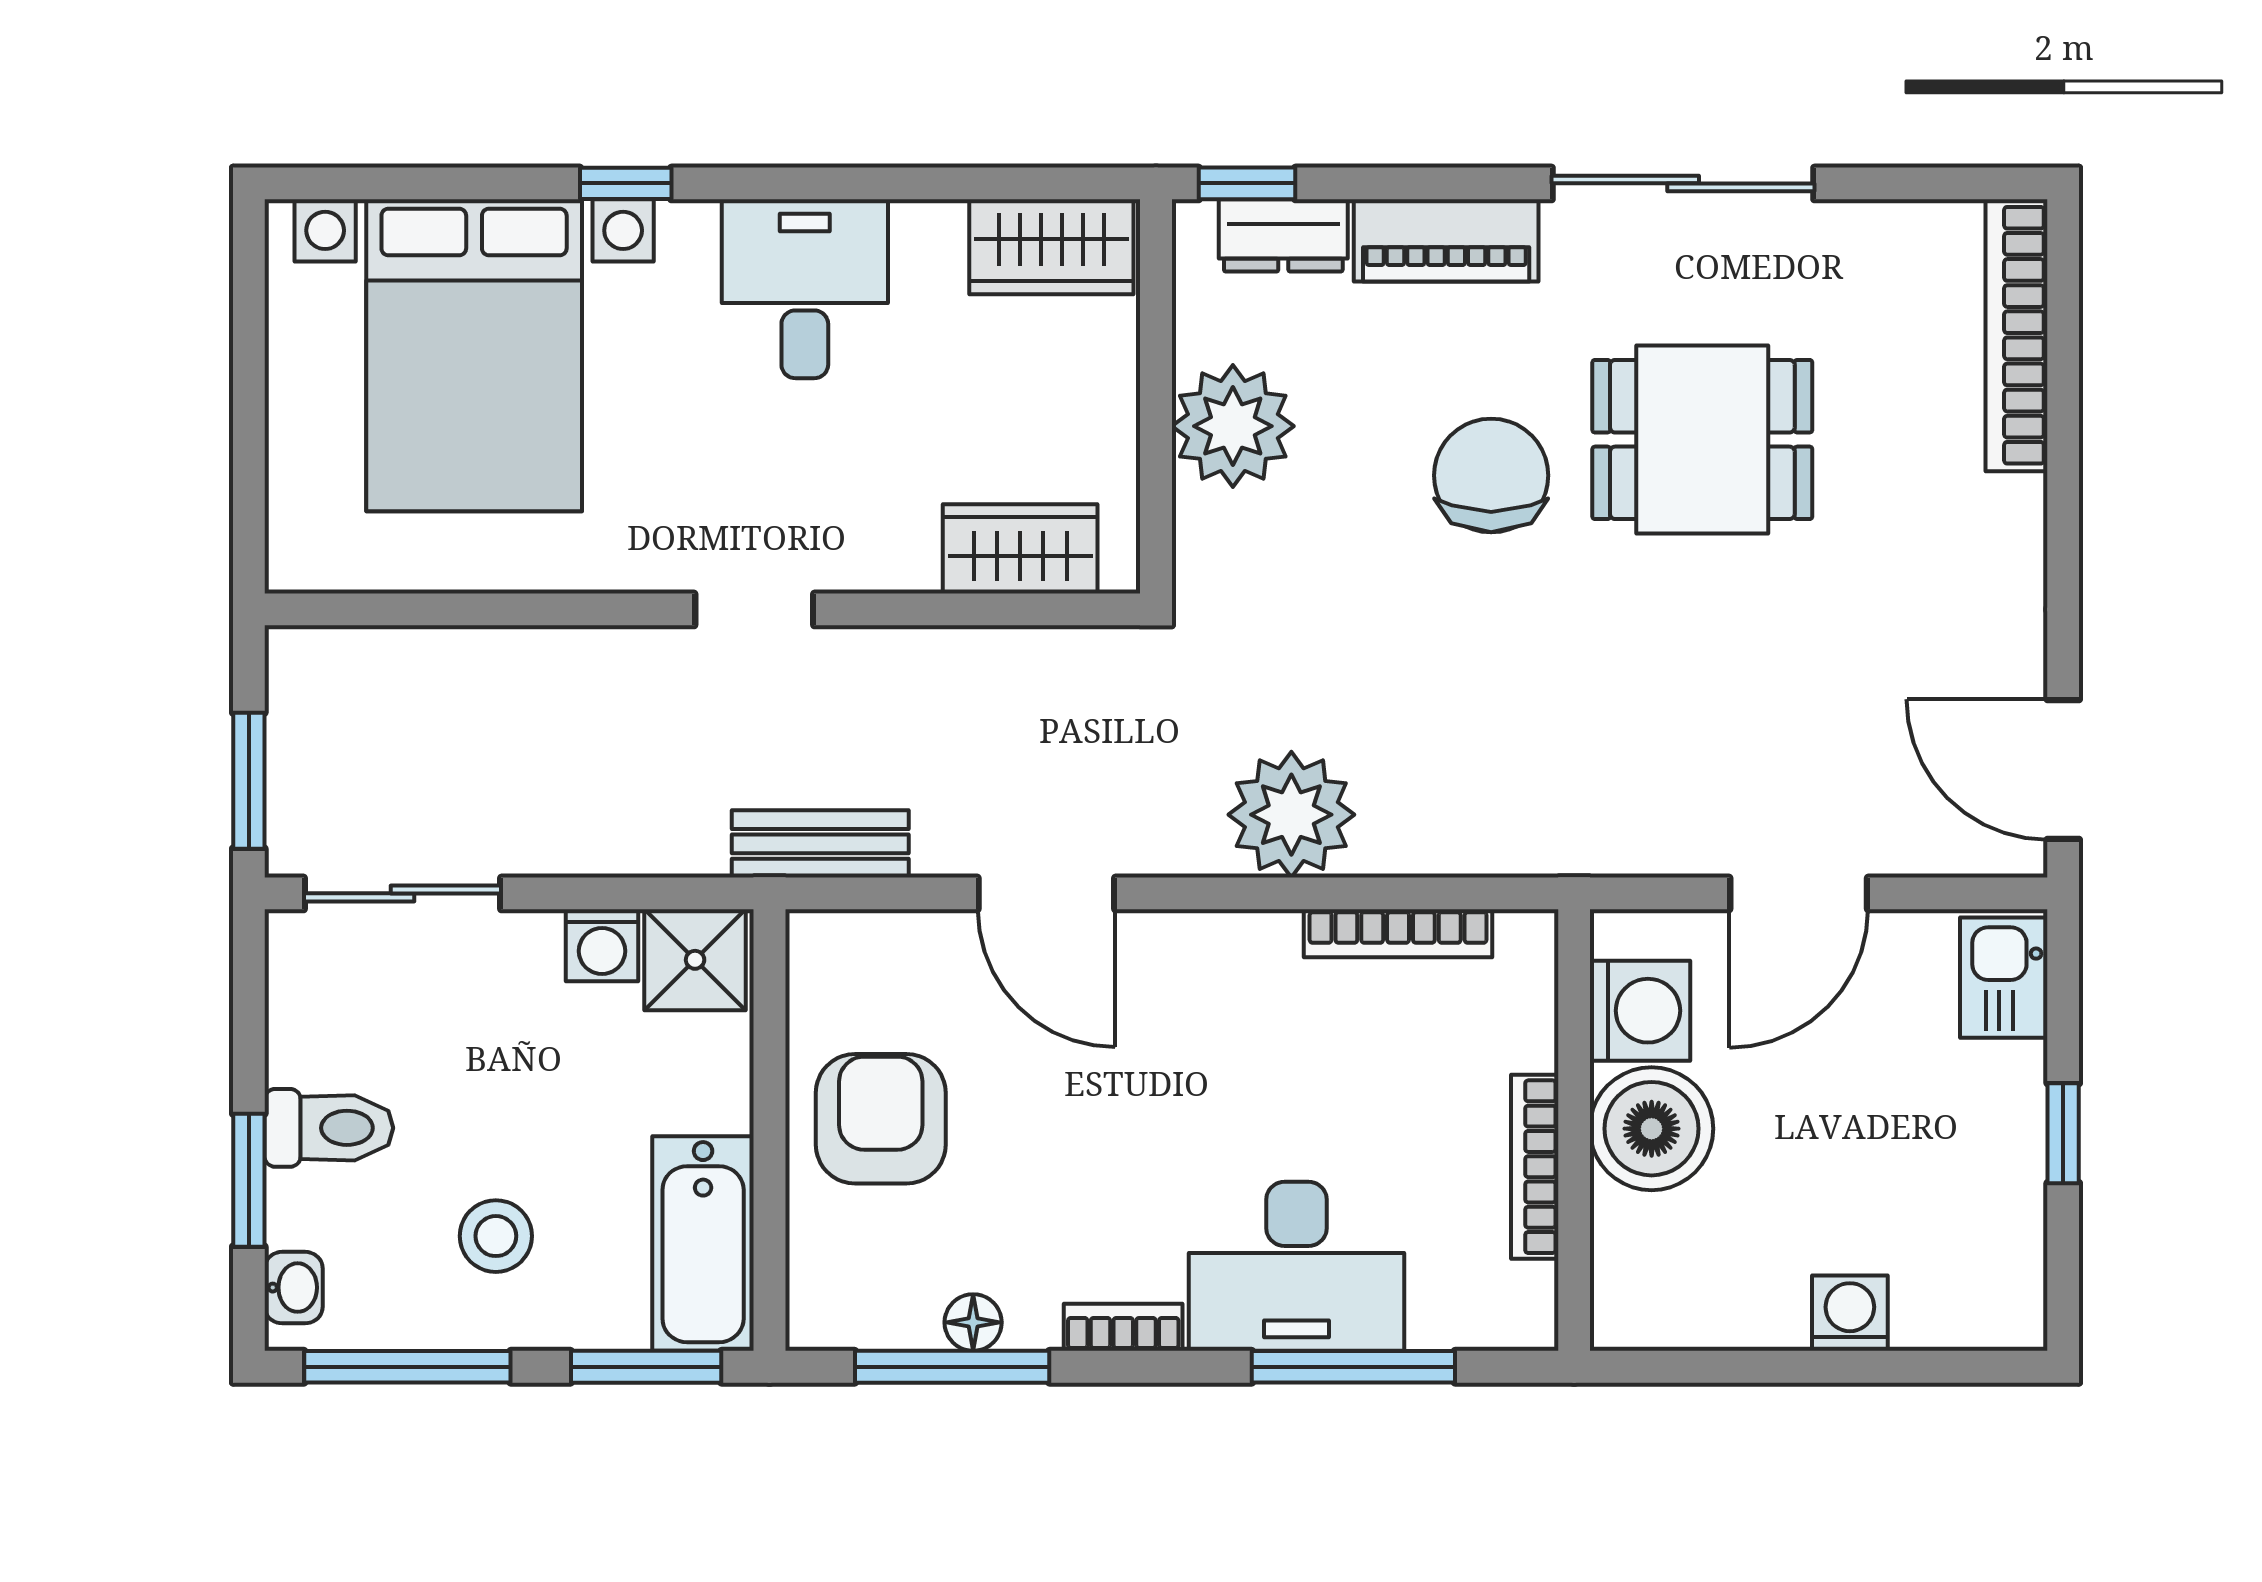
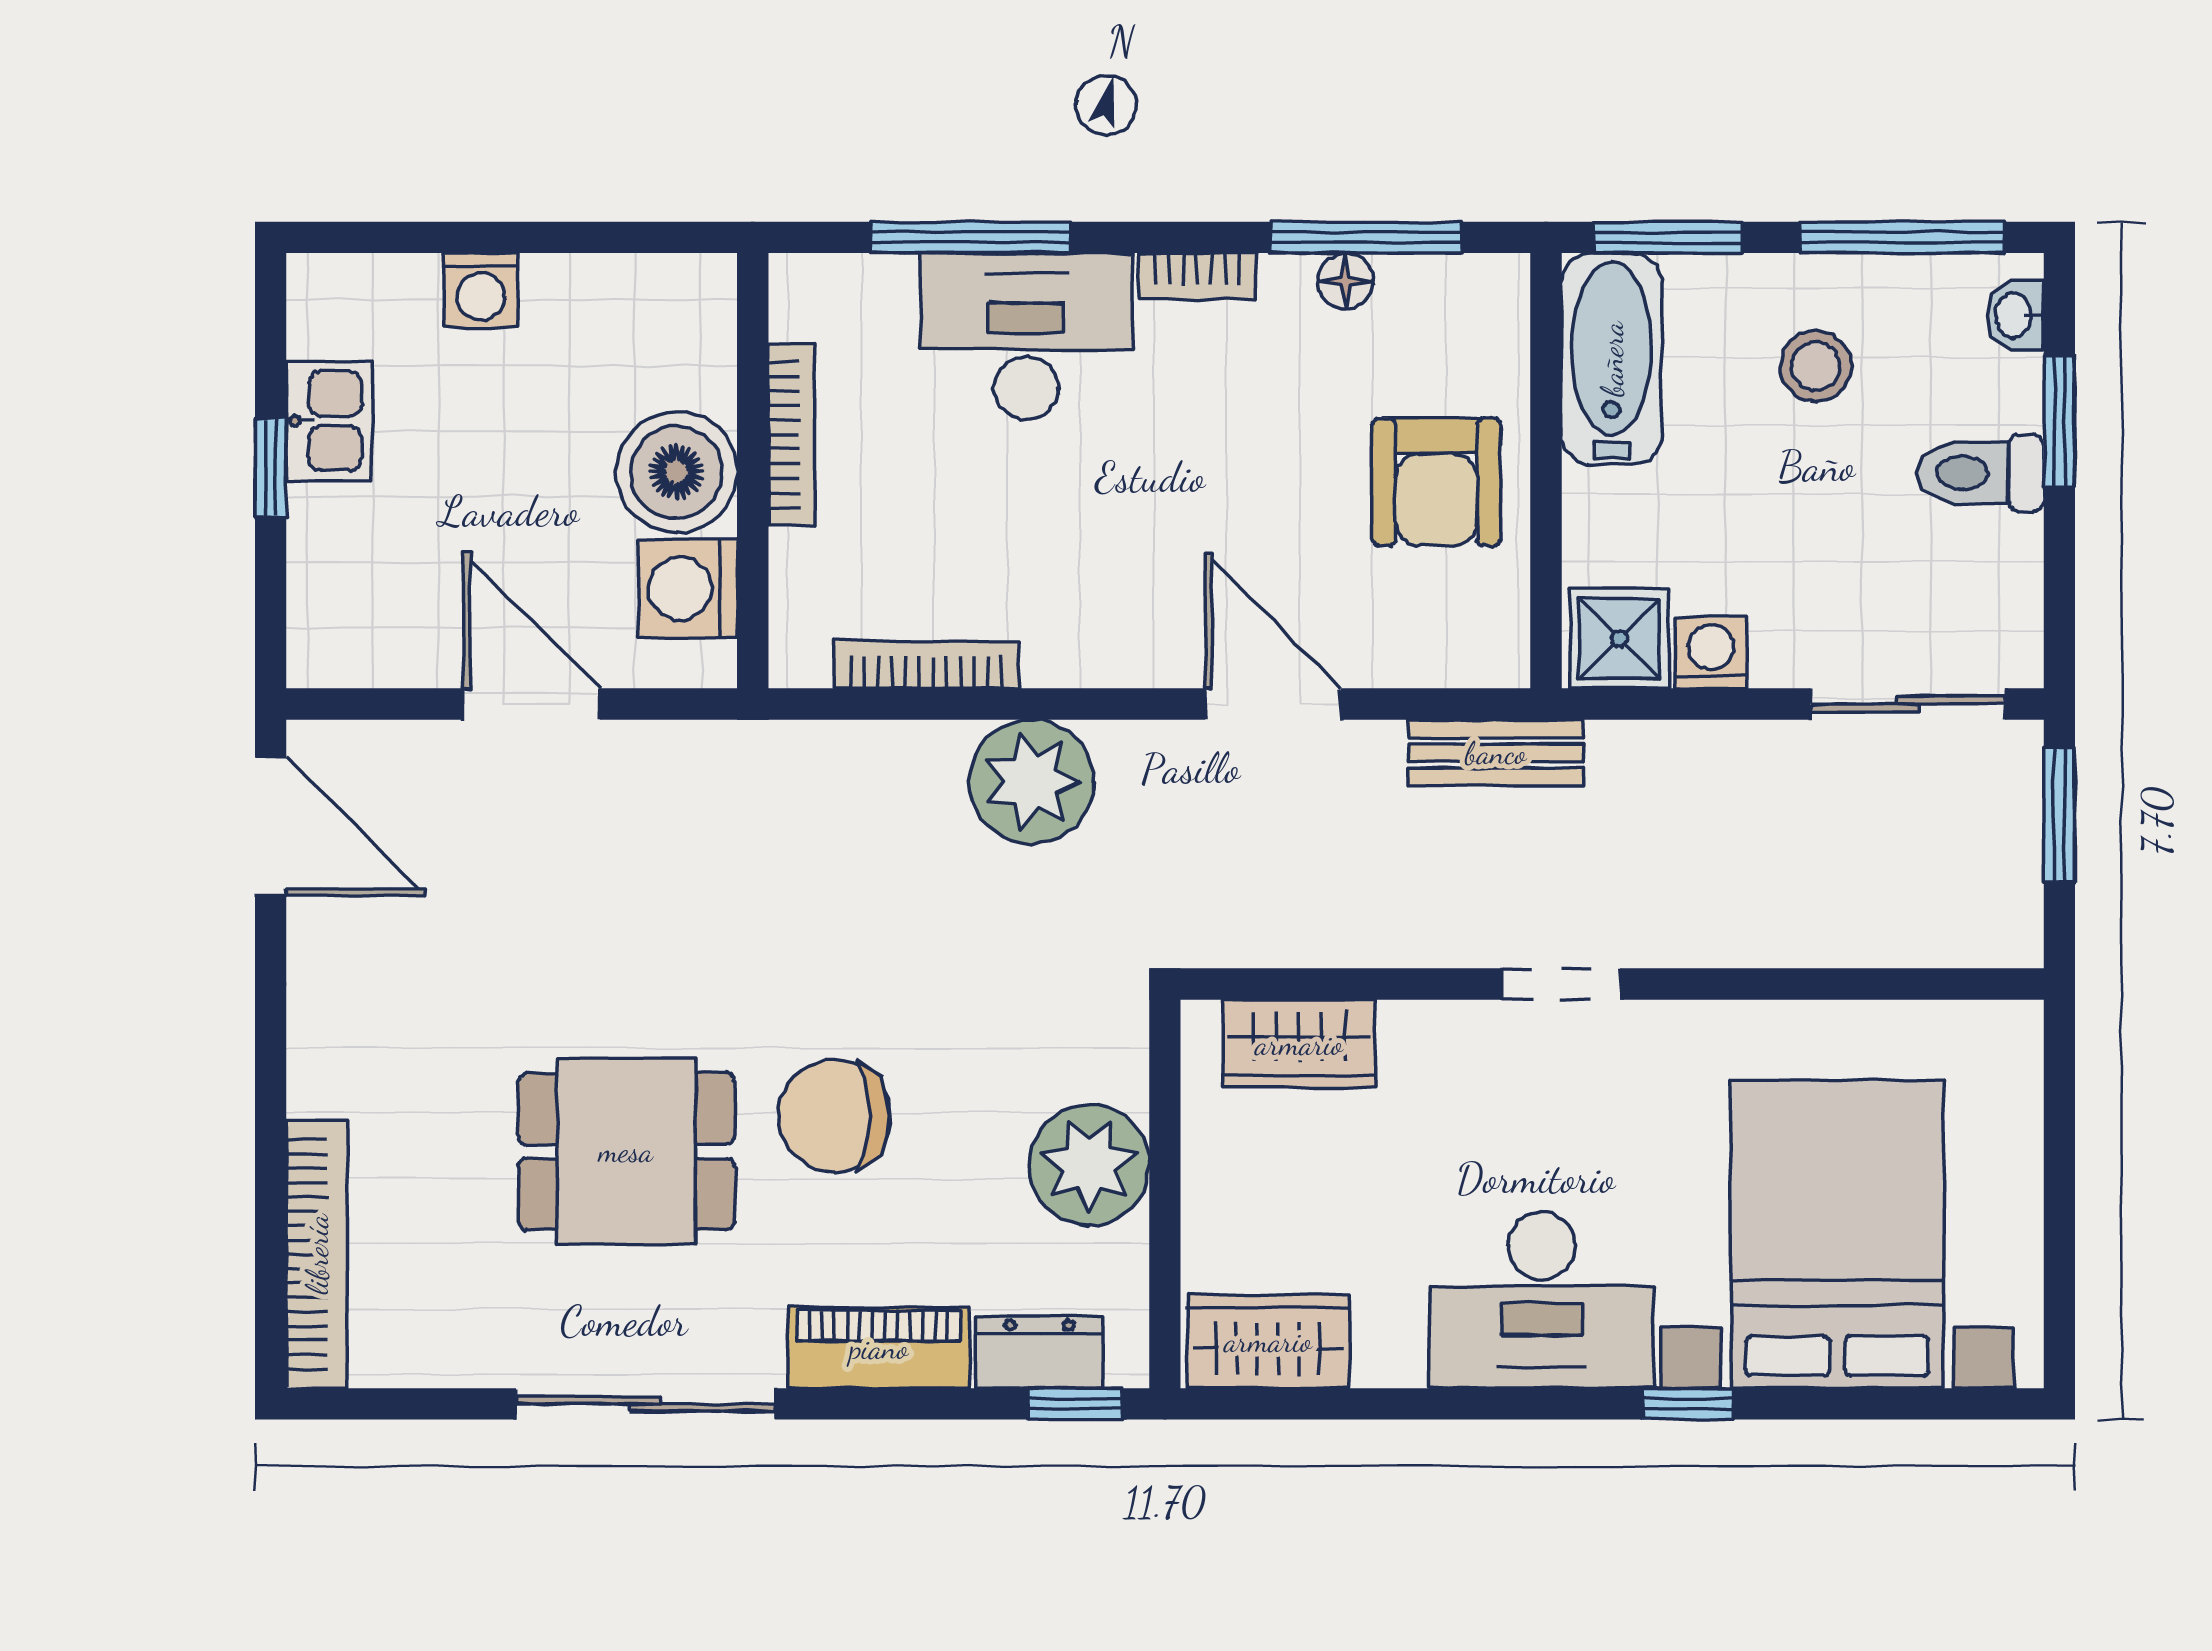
desk: (805, 289) -> (1542, 1300), width x1.37
chair: (1491, 475) -> (835, 1116), turned 90
door: (1799, 893) -> (531, 704), hinge flipped
kitchen sink: (2004, 978) -> (329, 421), moved

